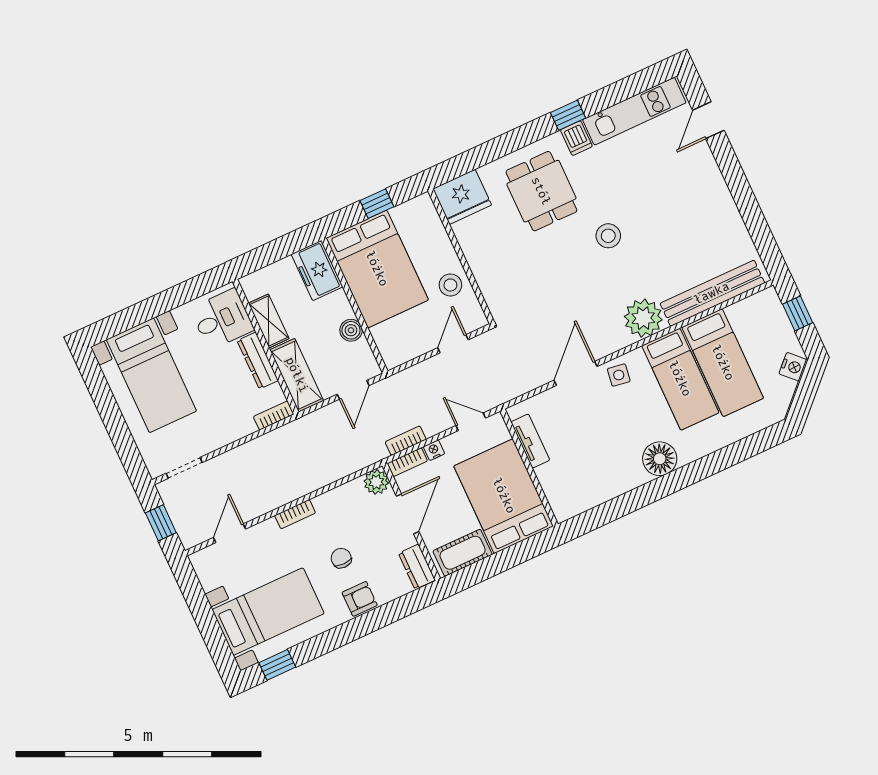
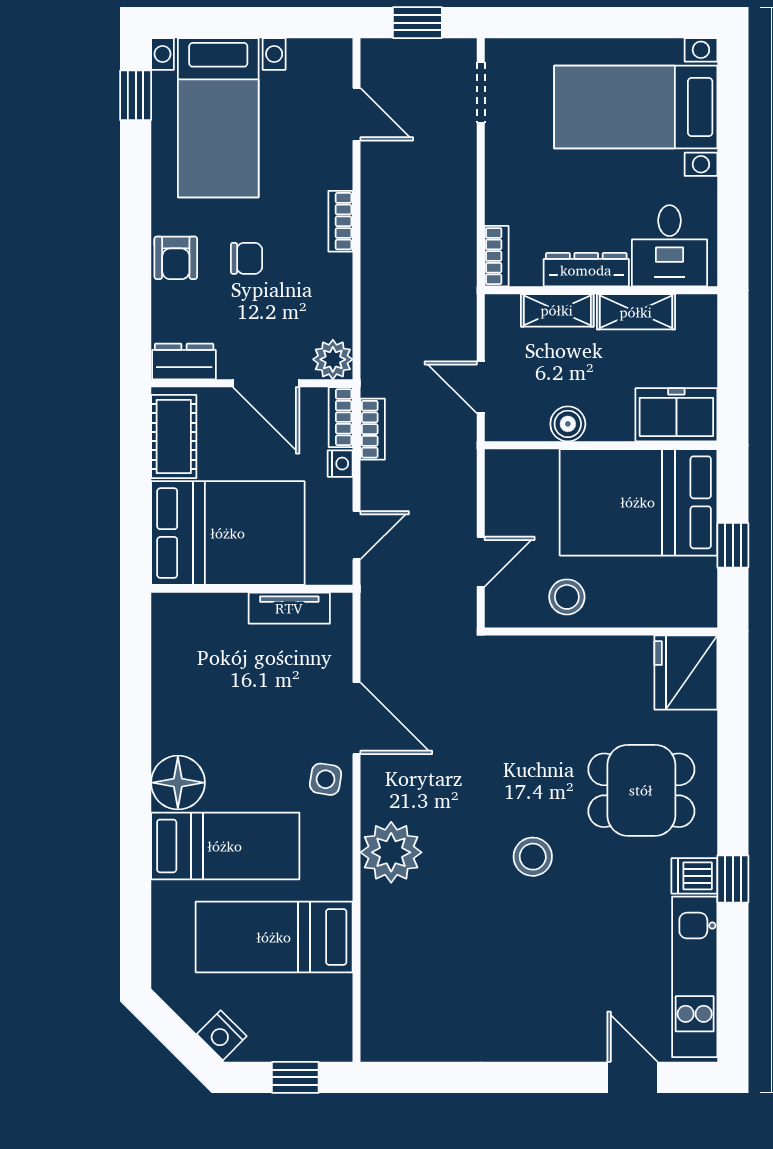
bench: (712, 293) -> (381, 968), removed
door: (453, 344) -> (481, 562), hinge flipped
shelving: (297, 375) -> (557, 310), width x0.67, depth x0.75
bed: (680, 379) -> (225, 846), moved, turned 180

